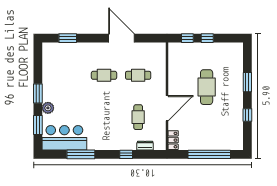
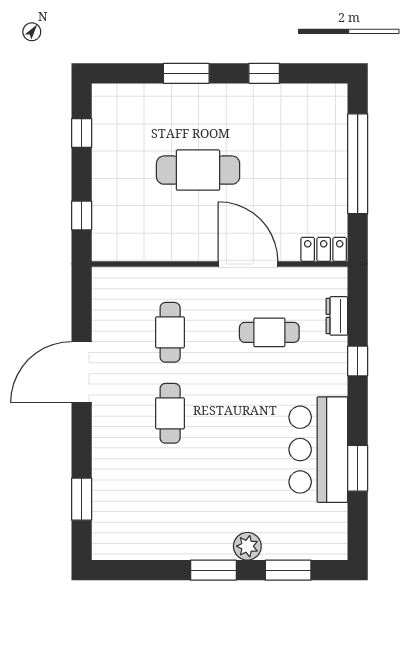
window: (207, 38) -> (82, 133), moved
bar counter: (64, 138) -> (318, 450), moved
window: (81, 154) -> (358, 468), width x0.69

